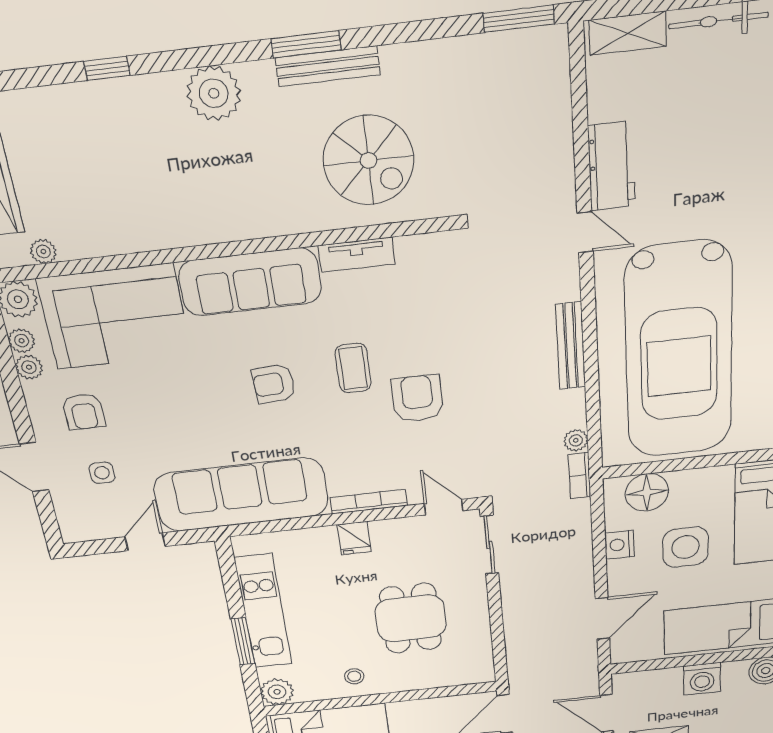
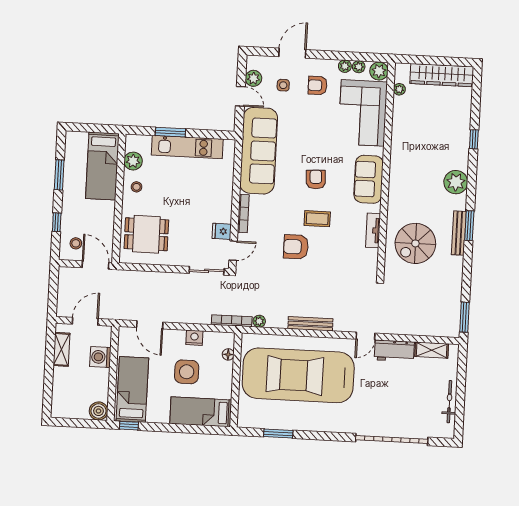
shelving: (628, 33) -> (432, 350), moved, turned 90
sofa: (250, 282) -> (369, 179), width x0.73
armchair: (417, 398) -> (296, 247), turned 180
bookcase: (580, 476) -> (232, 321), width x1.56
floor lamp: (647, 493) -> (228, 354), width x0.53, depth x0.53
plant: (104, 526) -> (253, 78), added
fridge: (354, 538) -> (222, 231), moved
dining table: (411, 618) -> (146, 234), moved
washing machine: (702, 679) -> (100, 357), moved
plant: (277, 692) -> (133, 161), moved

